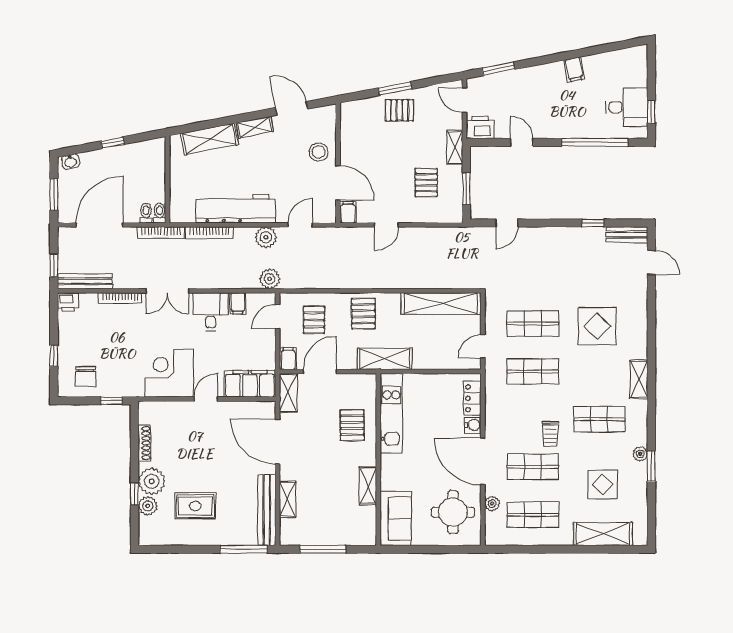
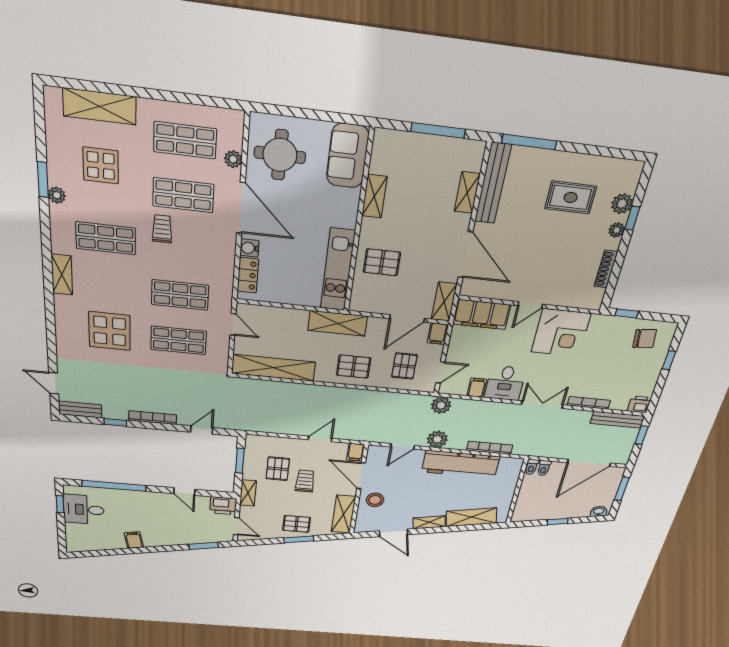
shelving: (350, 129) -> (343, 514), added
trolley: (396, 169) -> (305, 481), added
bookcase: (161, 233) -> (153, 418), moved
pallet: (363, 314) -> (354, 367), turned 90
door: (483, 346) -> (233, 324), hinge flipped
chair: (86, 376) -> (645, 339), turned 83
pallet: (352, 425) -> (382, 262), turned 90
plant: (152, 481) -> (617, 230), width x0.53, depth x0.53

